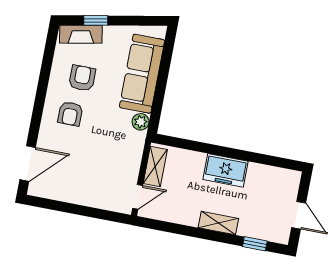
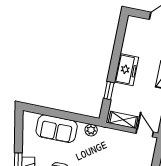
sofa: (142, 74) -> (57, 129), width x0.73
window: (196, 146) -> (109, 91), added

